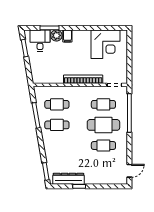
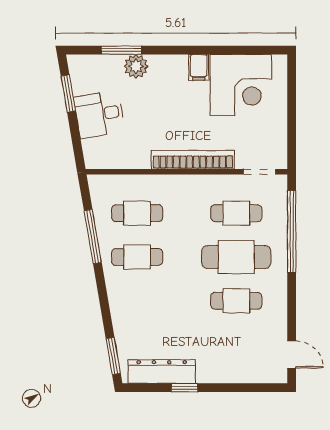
filing cabinet: (67, 36) -> (199, 67), moved
desk: (40, 41) -> (99, 114), moved, turned -100
door: (129, 171) -> (292, 355), hinge flipped

